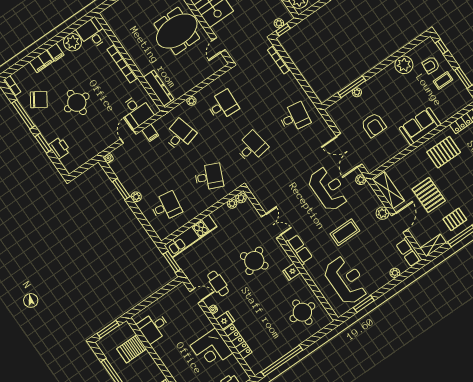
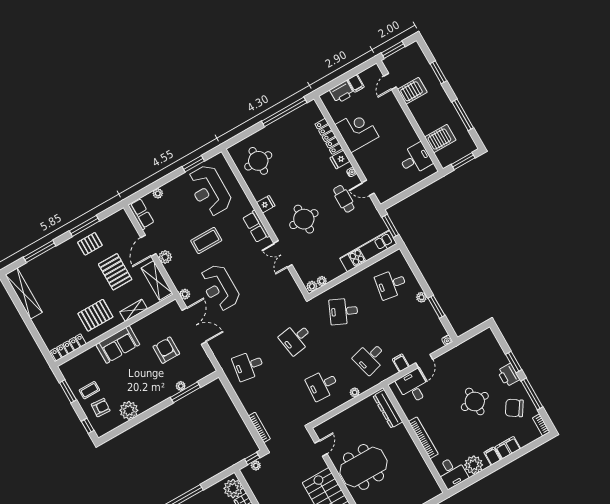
printer: (59, 148) -> (508, 375), moved
shelving: (433, 245) -> (134, 310), moved
round table: (254, 261) -> (304, 219), turned 30

